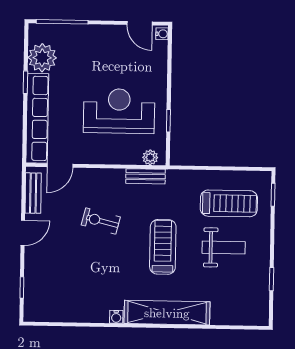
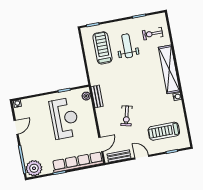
door: (140, 23) -> (16, 127), moved
plant: (42, 58) -> (34, 168), moved
reception desk: (119, 111) -> (64, 118), turned 180
door: (60, 165) -> (101, 144), hinge flipped
treadmill: (163, 247) -> (164, 131), moved
exercise bike: (236, 297) -> (153, 34), added

